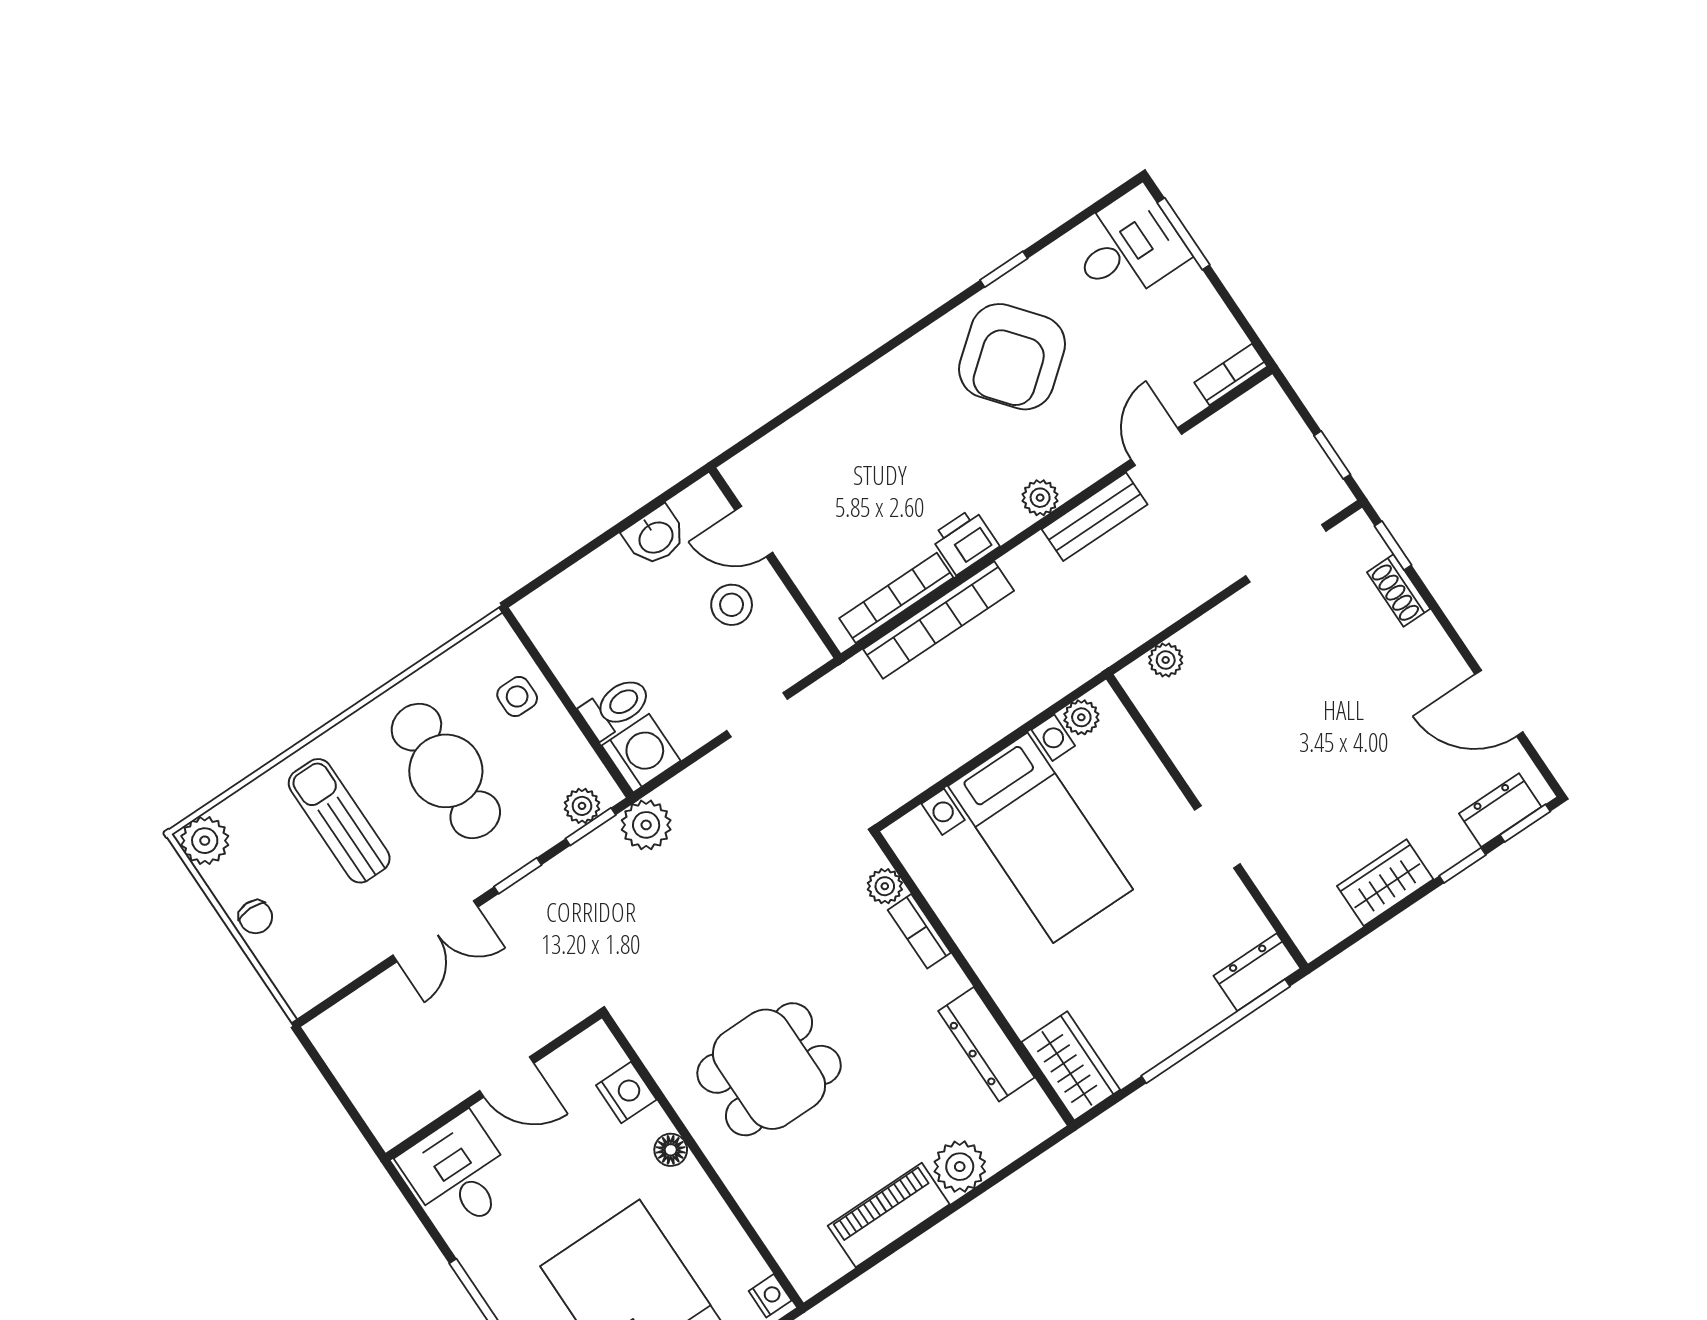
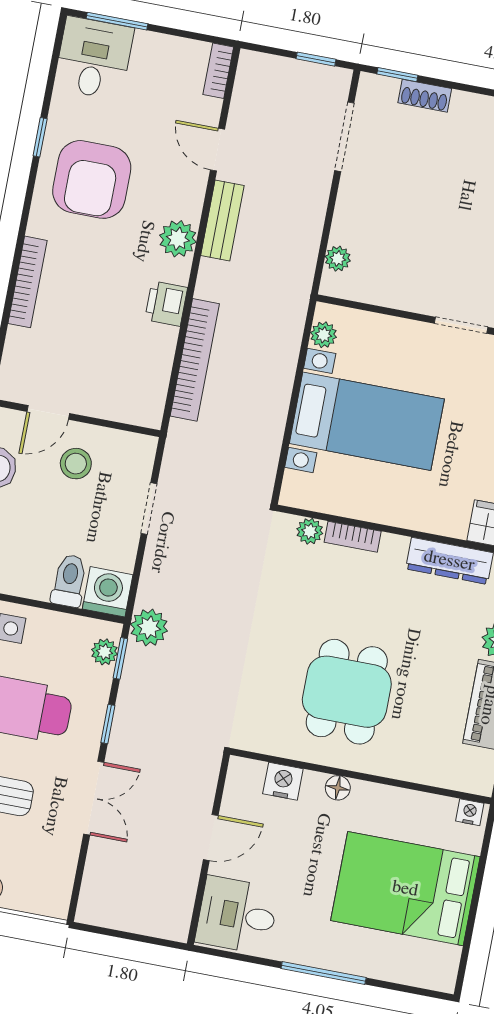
armchair: (1012, 357) -> (92, 179), turned 39
plant: (1040, 498) -> (178, 239), width x1.38, depth x1.38
bookcase: (896, 598) -> (28, 282), moved, turned 180

